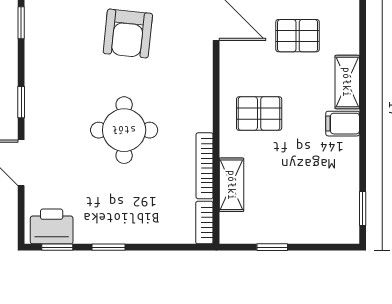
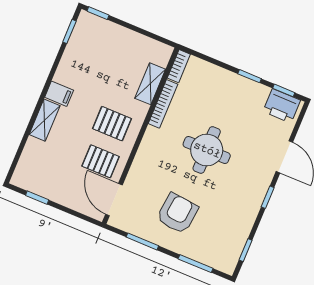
pallet: (298, 36) -> (101, 161), moved
window: (272, 247) -> (98, 13), moved

